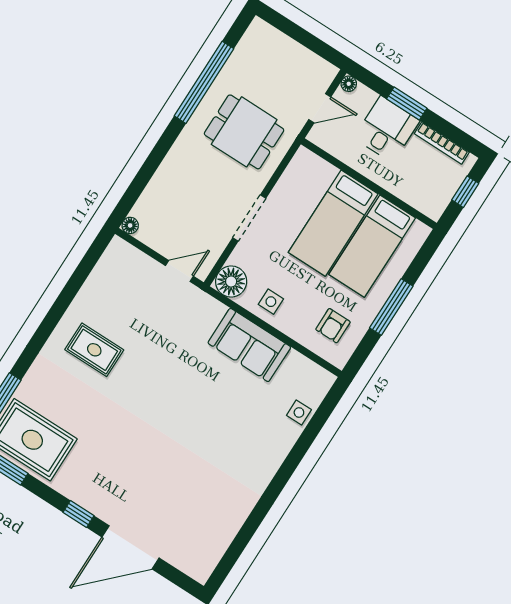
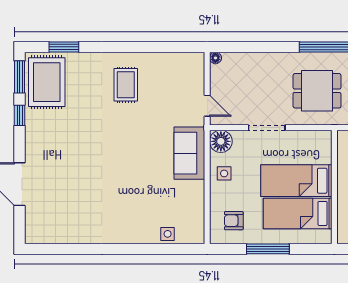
dining table: (244, 132) -> (317, 91), turned 90
sofa: (249, 345) -> (189, 153), moved
window: (79, 514) -> (20, 115), moved

